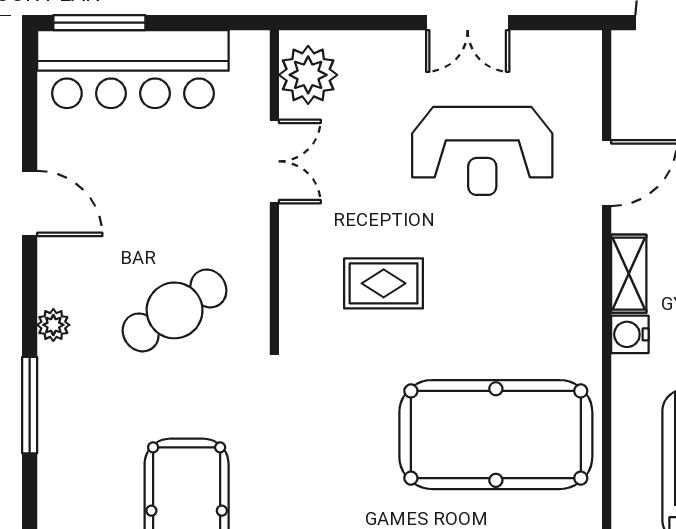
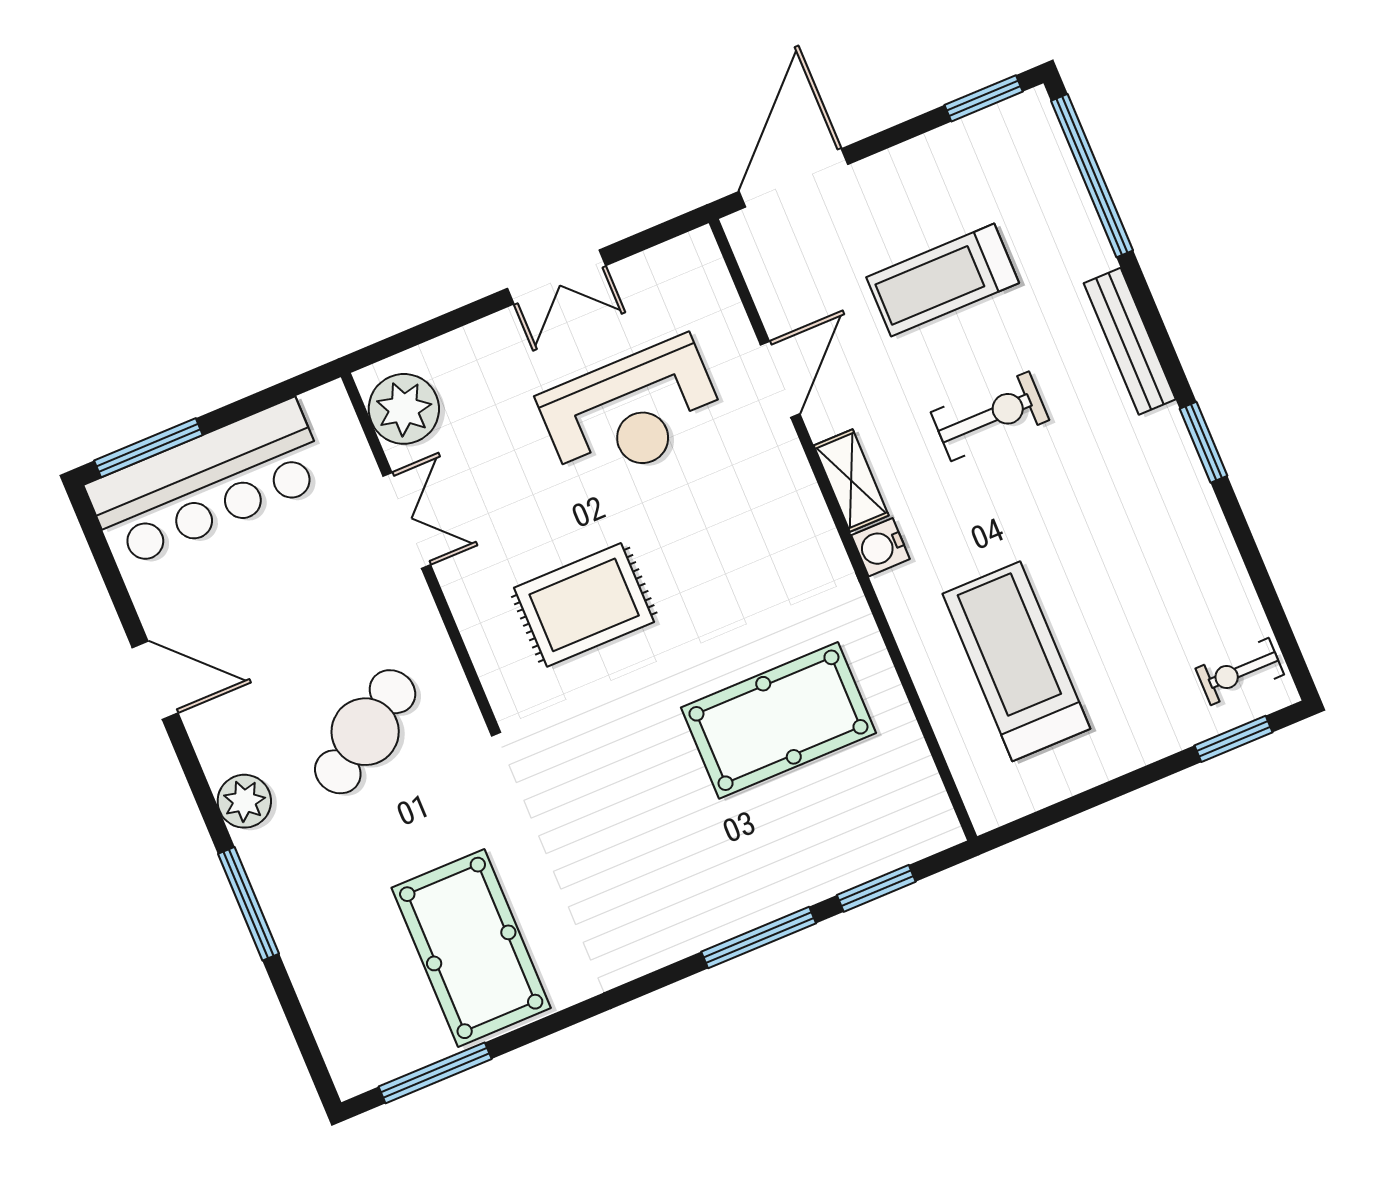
rug: (384, 283) -> (584, 605), width x1.36, depth x1.43
plant: (53, 325) -> (244, 801), width x1.38, depth x1.38
pool table: (496, 435) -> (778, 720), width x0.73, depth x0.76

